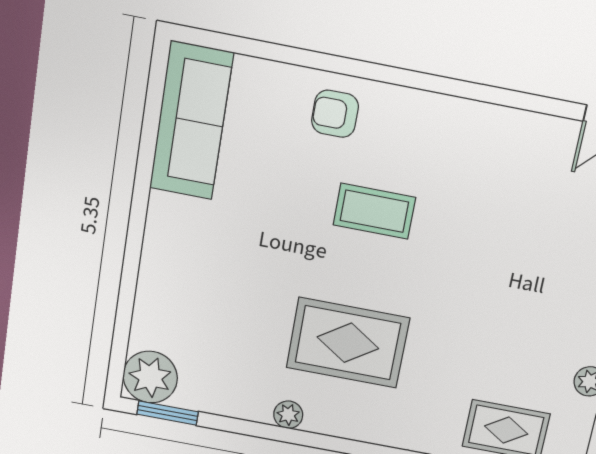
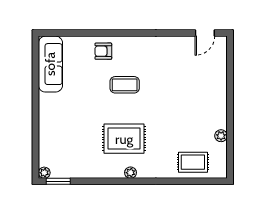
plant: (150, 377) -> (44, 173), width x0.53, depth x0.53
plant: (288, 415) -> (130, 173), moved

